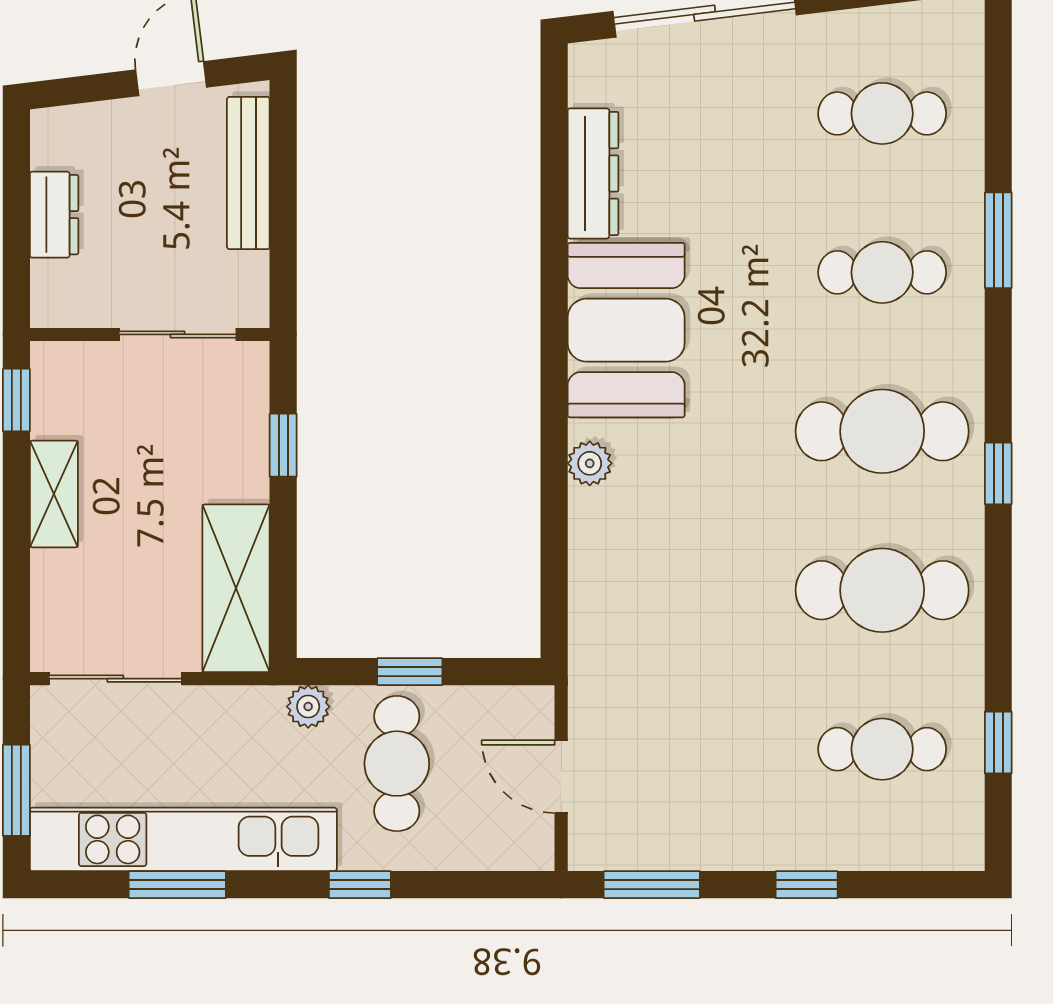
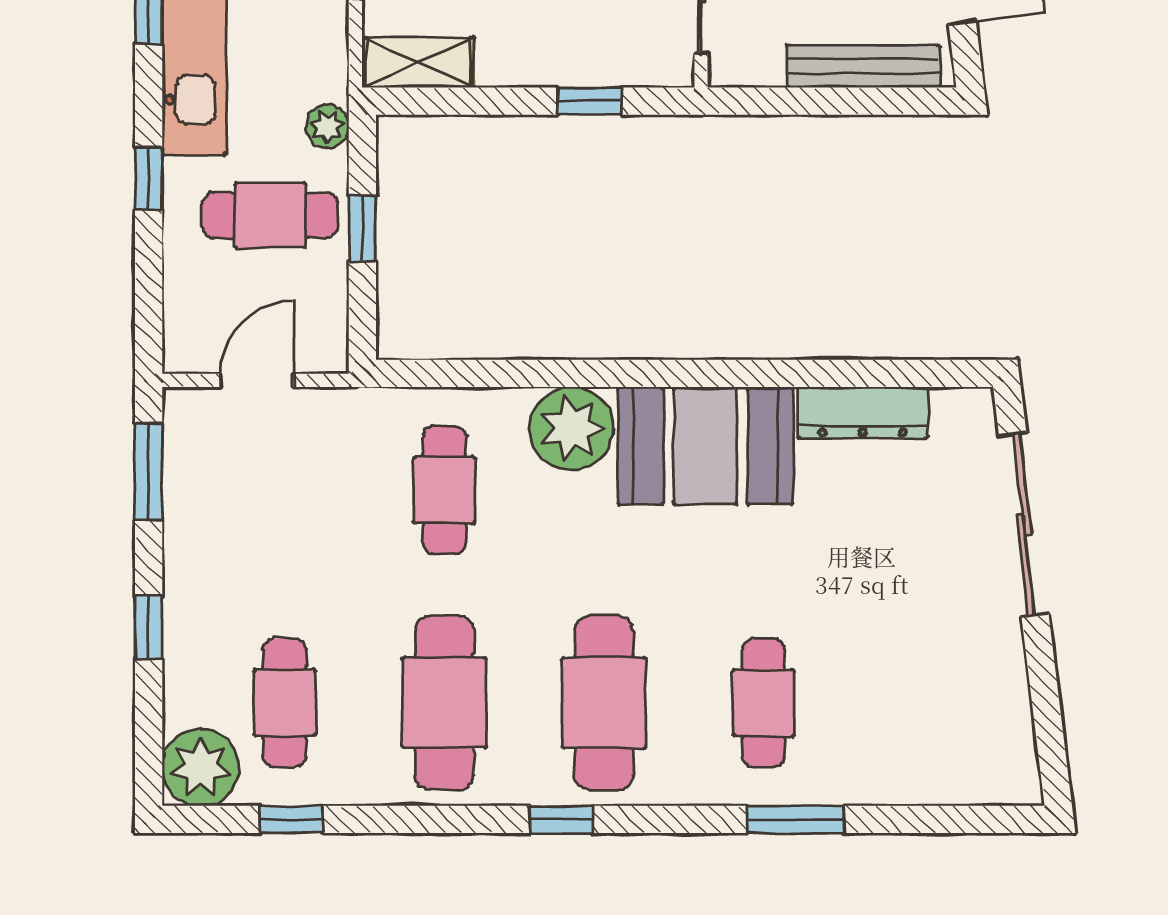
cafe table: (882, 113) -> (444, 490), moved
plant: (590, 463) -> (572, 429), width x1.87, depth x1.87
shelving: (236, 588) -> (418, 62), width x0.67, depth x0.75
plant: (946, 833) -> (201, 767), added

